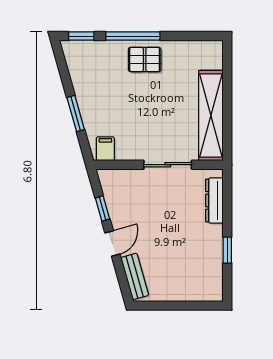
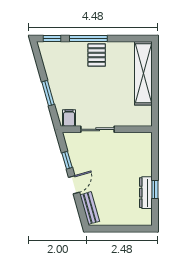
pallet: (145, 59) -> (97, 55), turned 90
shelving: (211, 116) -> (143, 73), moved
sliding door: (168, 165) -> (98, 129), moved
dresser: (214, 200) -> (146, 193), moved

